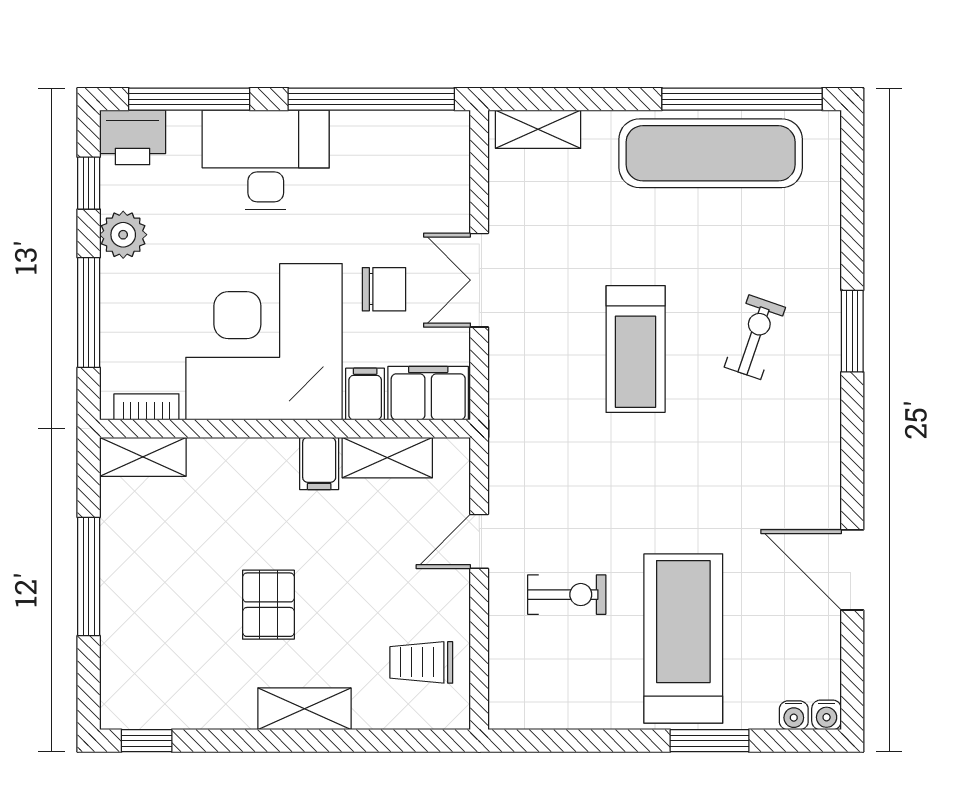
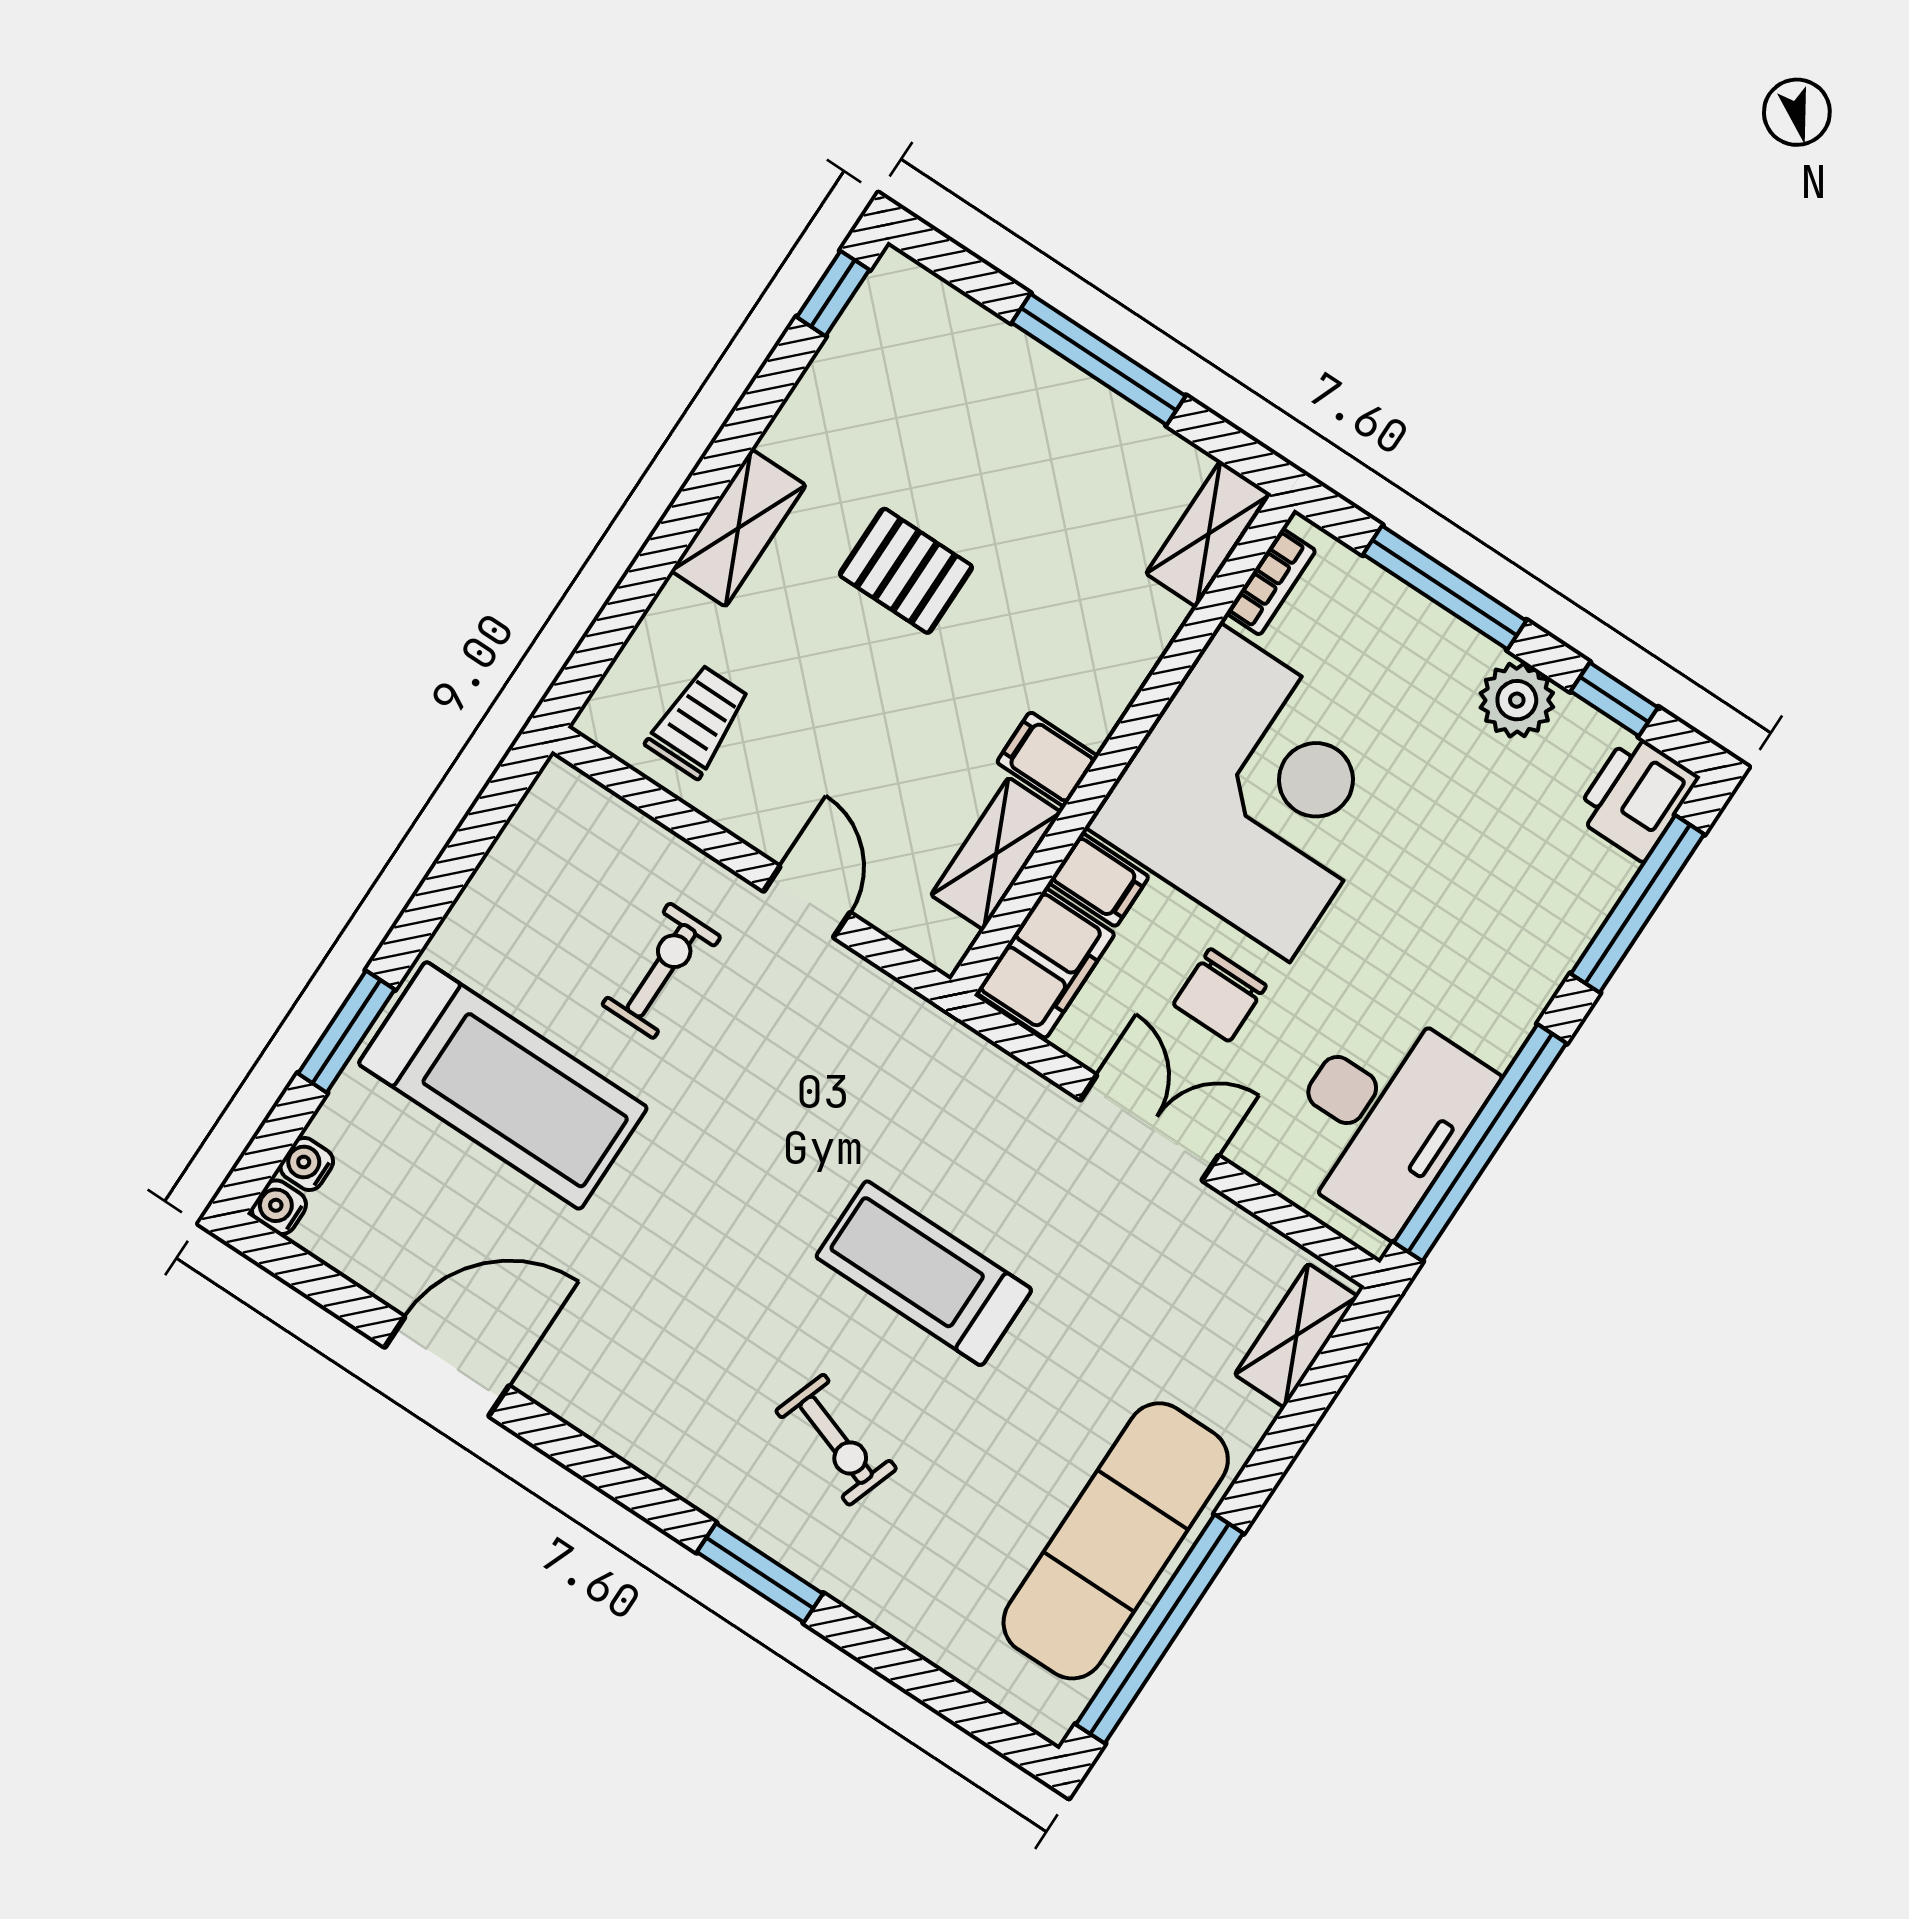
desk: (266, 160) -> (1383, 1117), moved
exercise bike: (567, 595) -> (661, 971), turned 180

